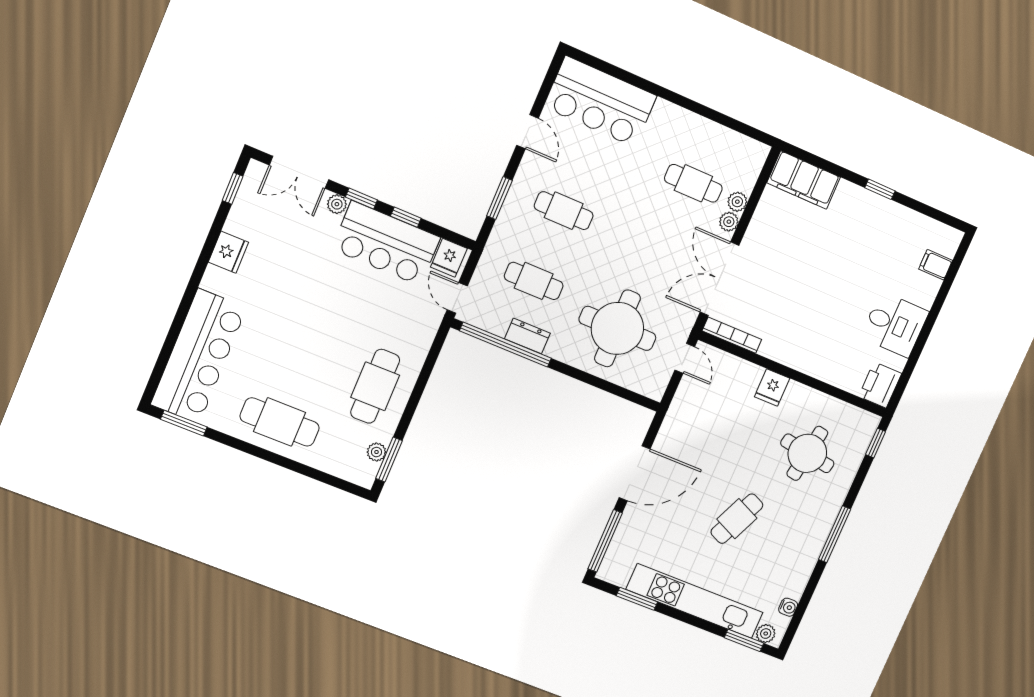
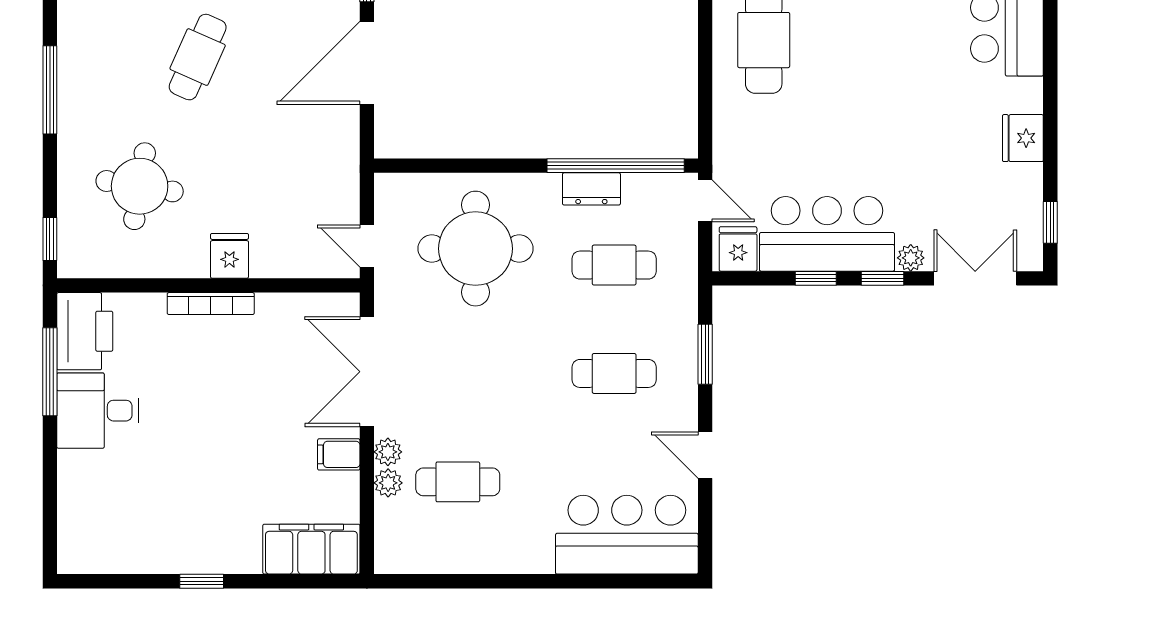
filing cabinet: (936, 265) -> (339, 454), moved, turned 180
double door: (719, 279) -> (367, 372), swing flipped
bookcase: (732, 335) -> (211, 304), moved
window: (912, 361) -> (50, 372), added
printer: (880, 385) -> (85, 331), width x1.37, depth x1.19

